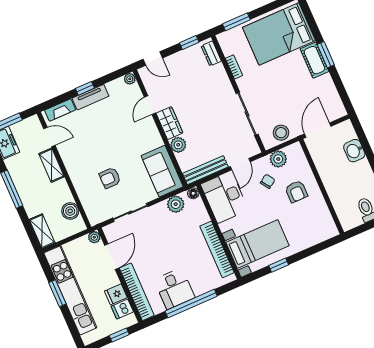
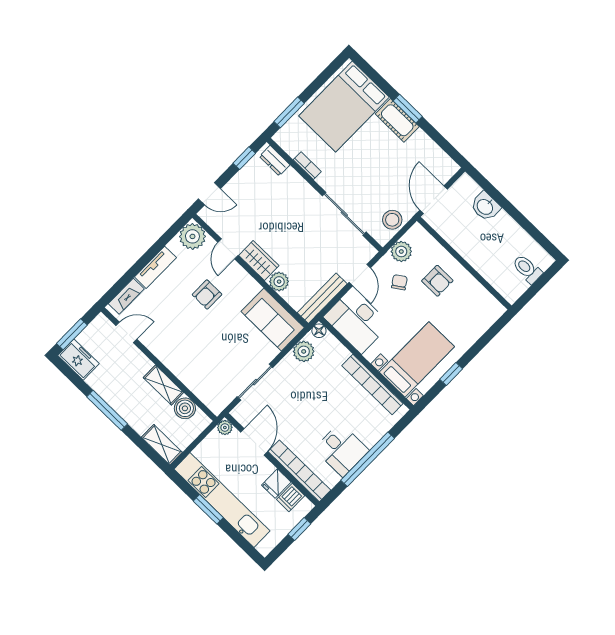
plant: (130, 79) -> (192, 236), width x1.88, depth x1.88
window: (85, 88) -> (145, 260), removed
shelving: (52, 165) -> (163, 385), moved
armchair: (110, 178) -> (207, 294), moved

